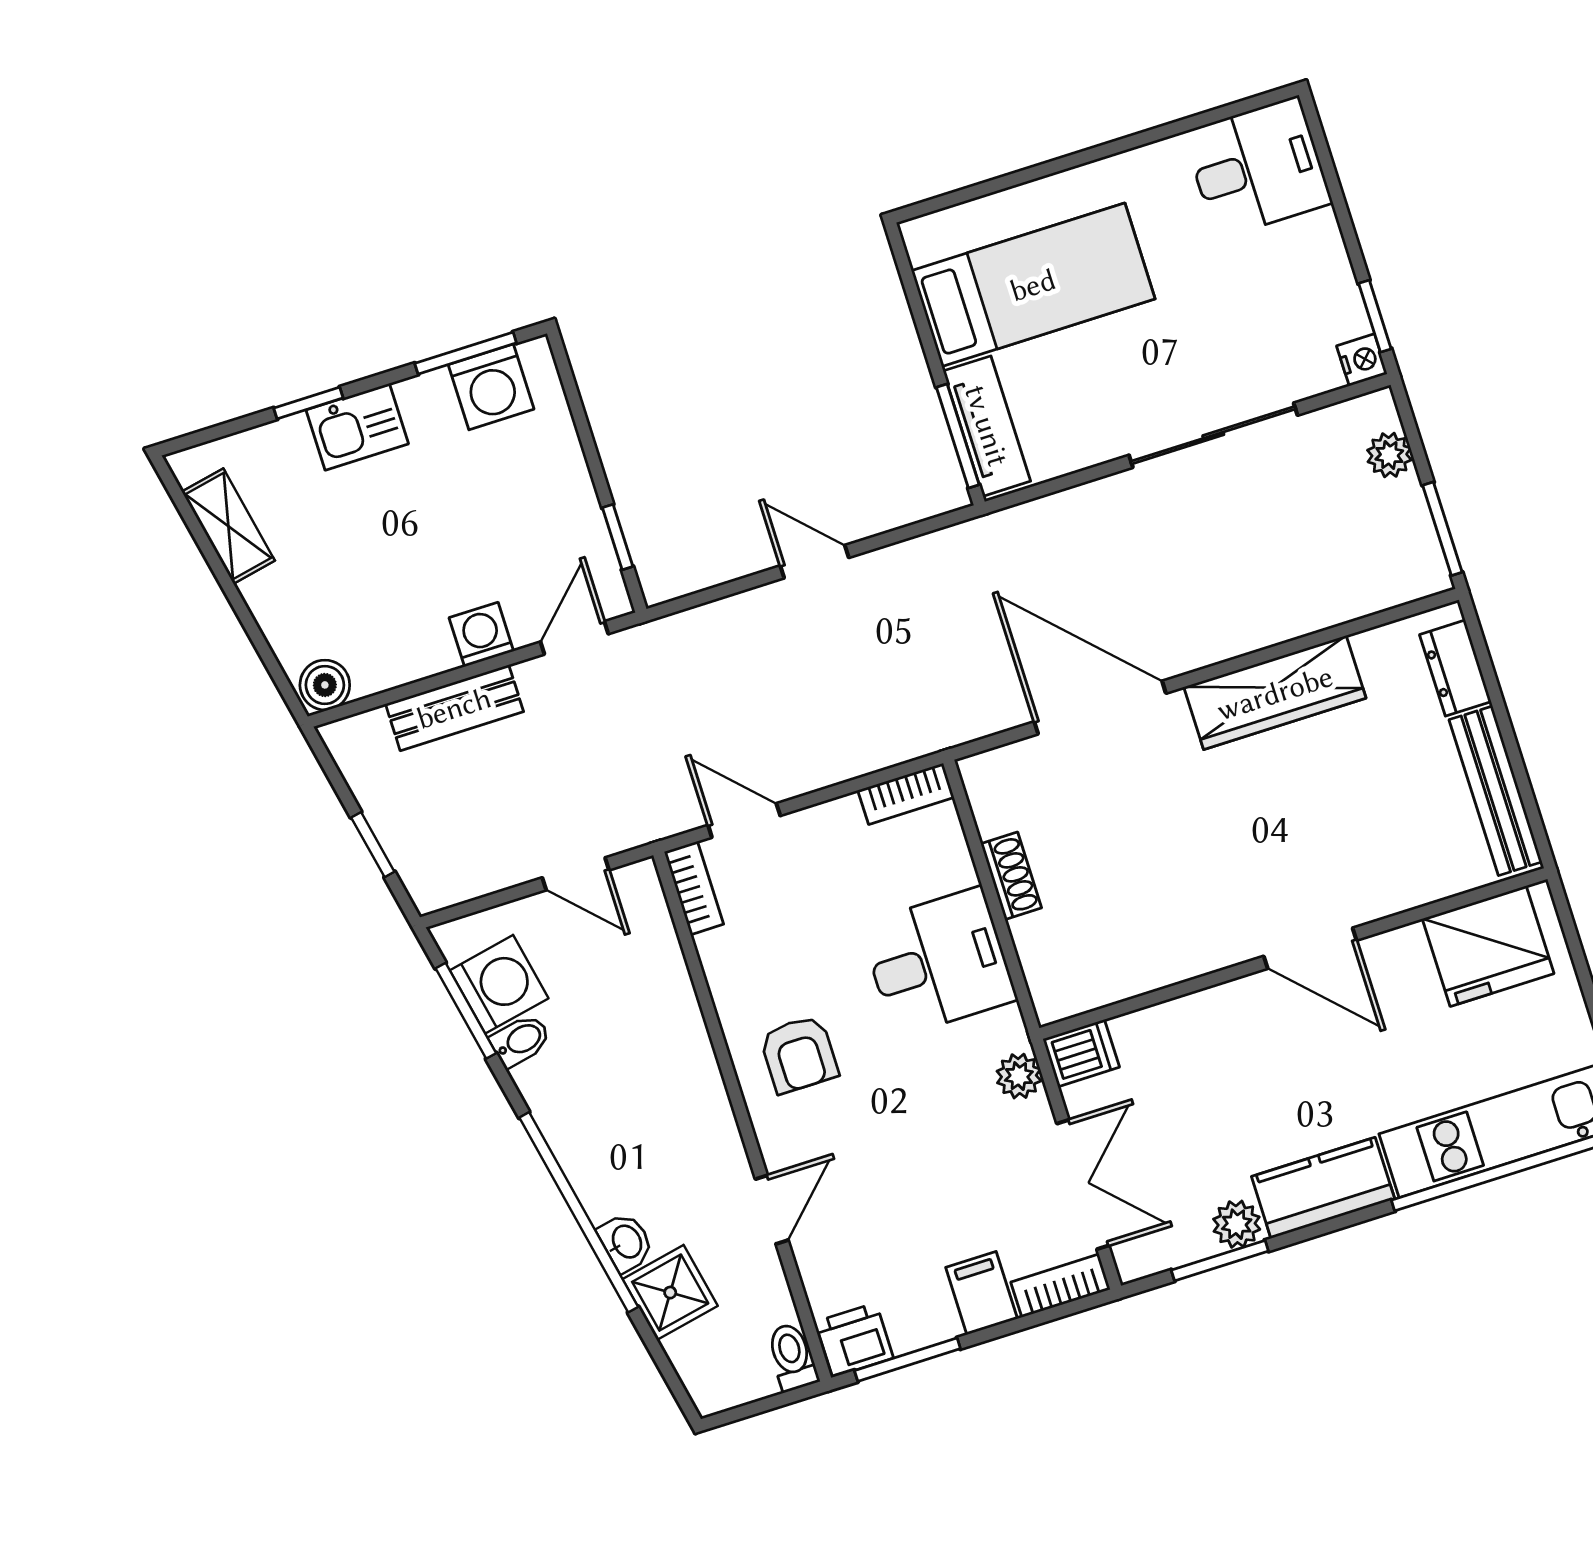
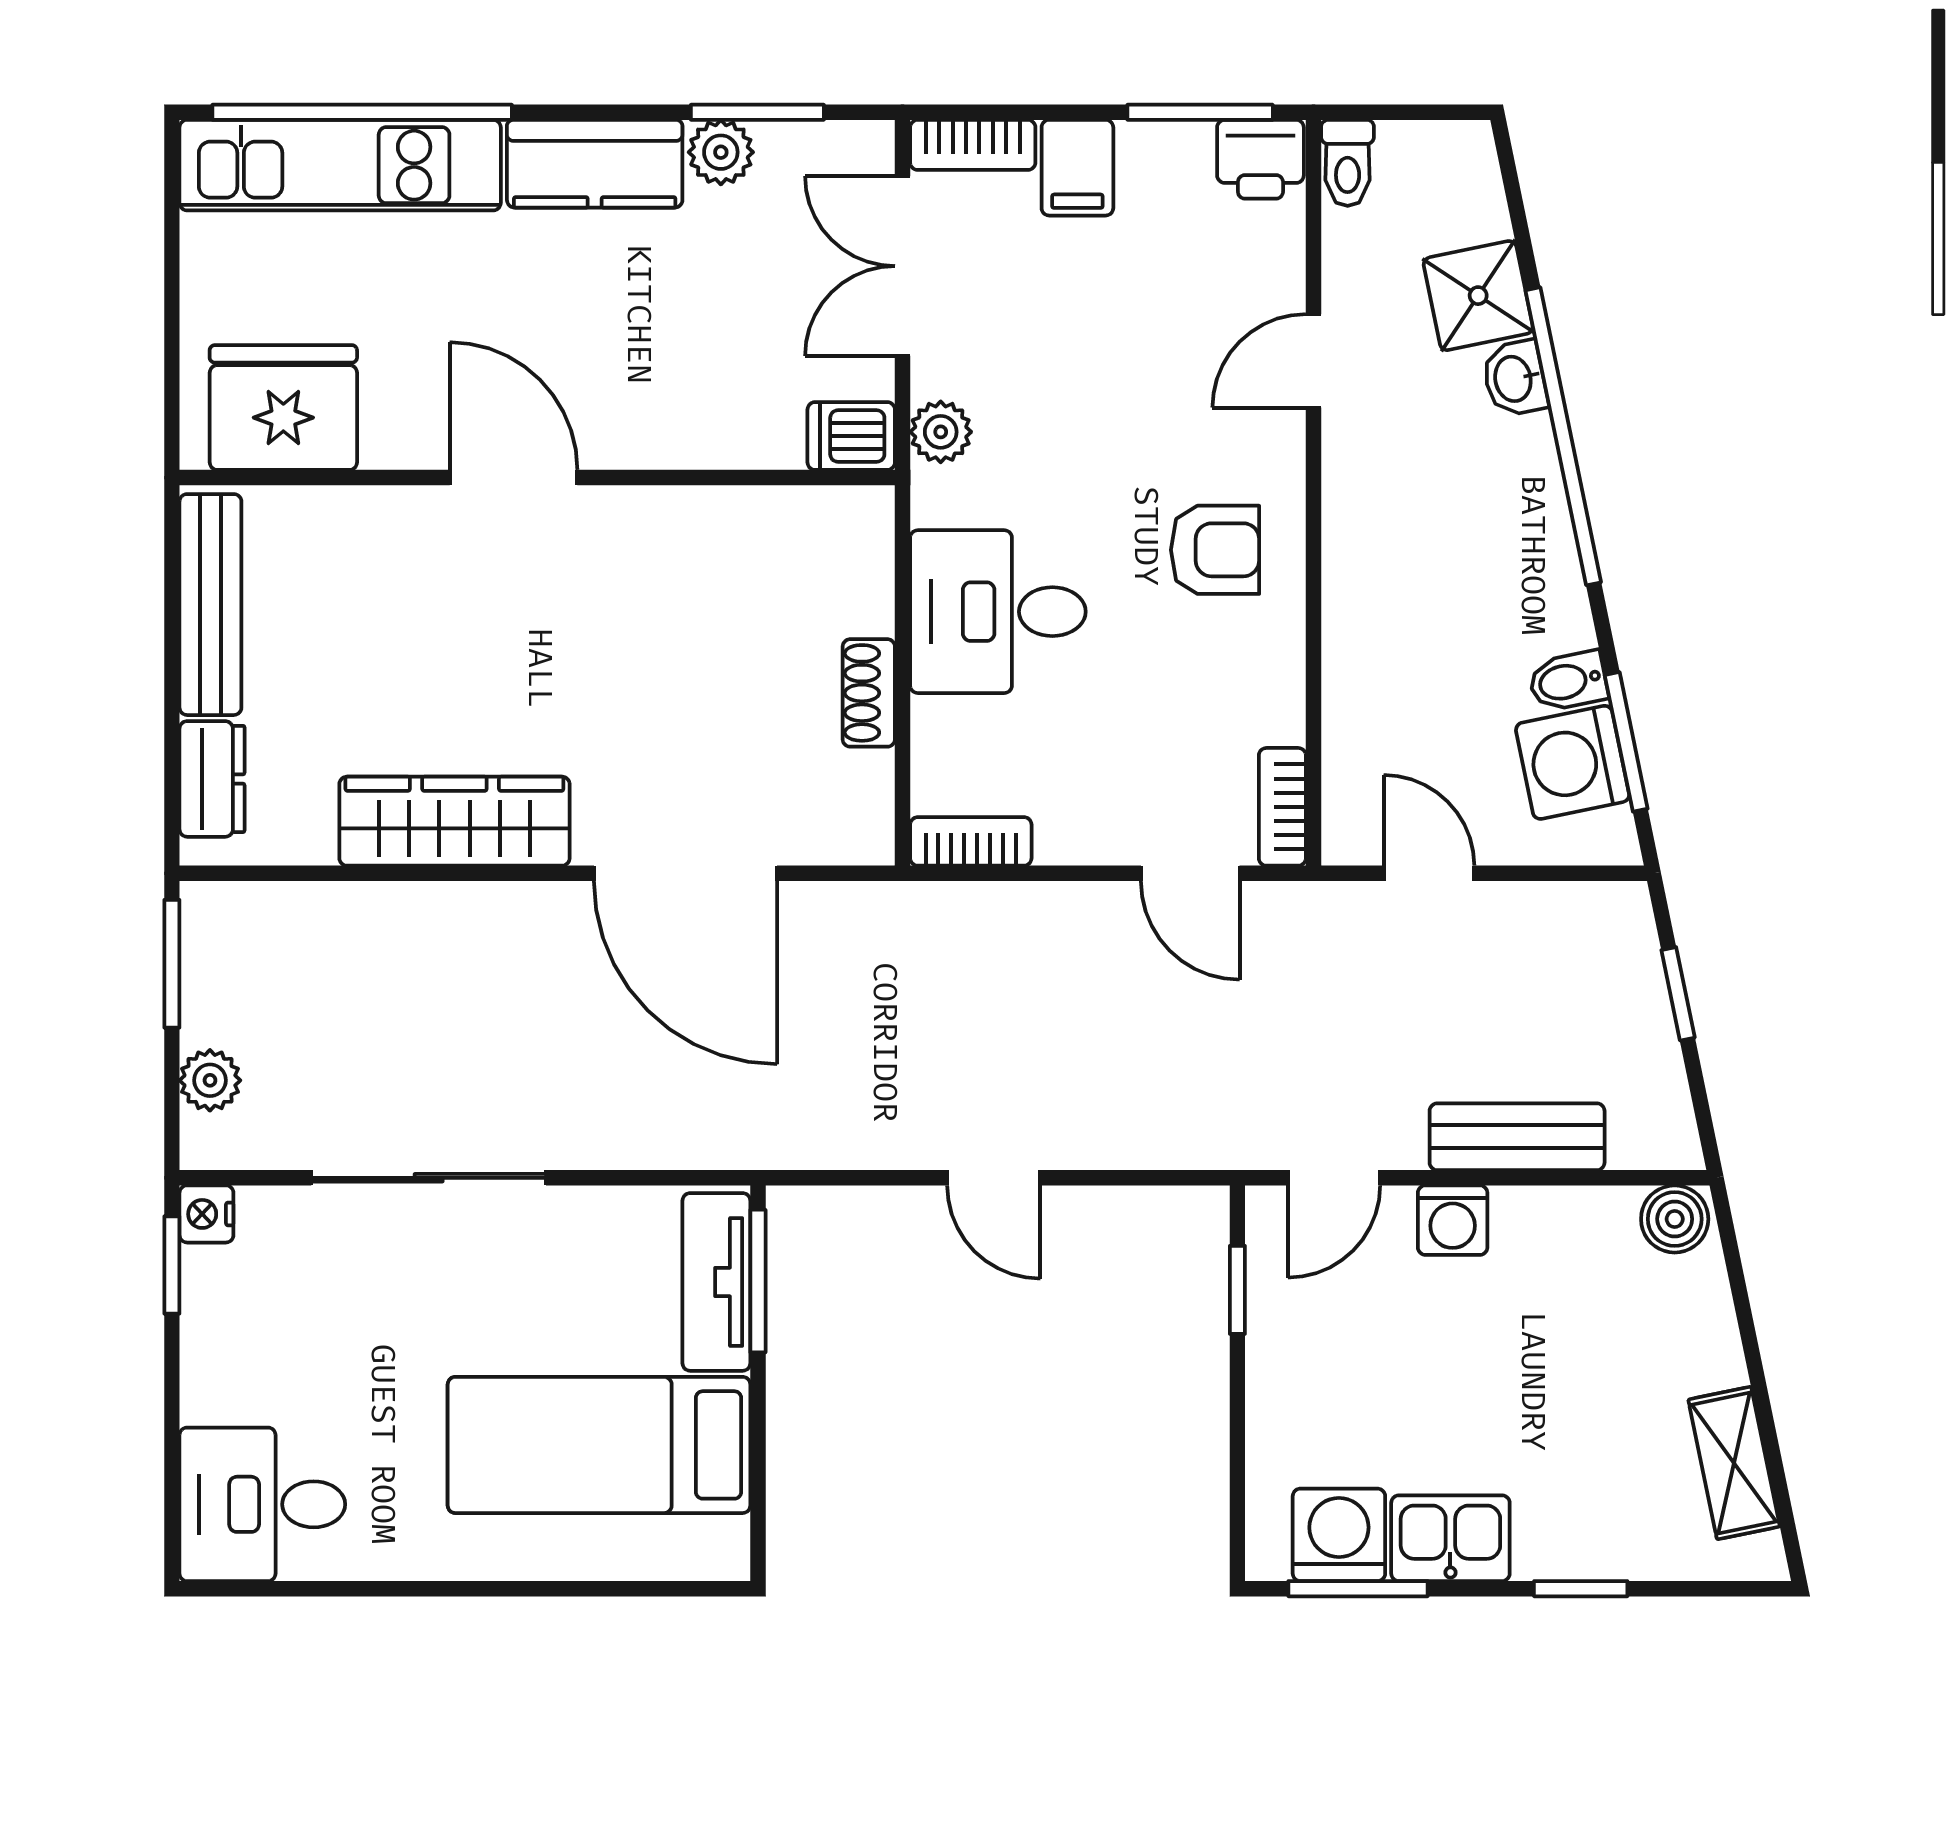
kitchen sink: (357, 427) -> (1450, 1538), moved
armchair: (799, 1054) -> (1215, 550), turned 90

